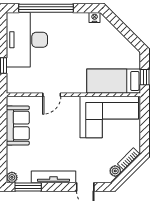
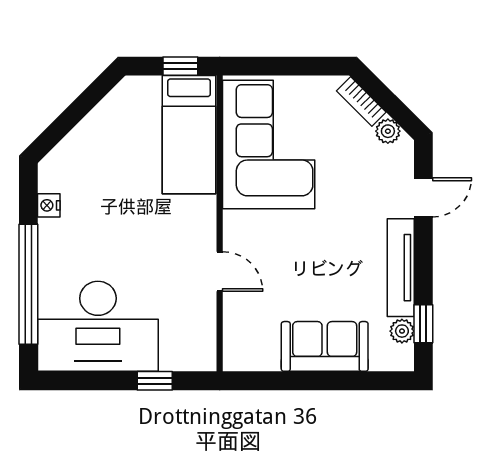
nightstand: (95, 18) -> (49, 205), moved
sofa: (18, 125) -> (325, 346), moved
plant: (12, 177) -> (402, 331), moved
window: (28, 187) -> (423, 324), width x0.67

